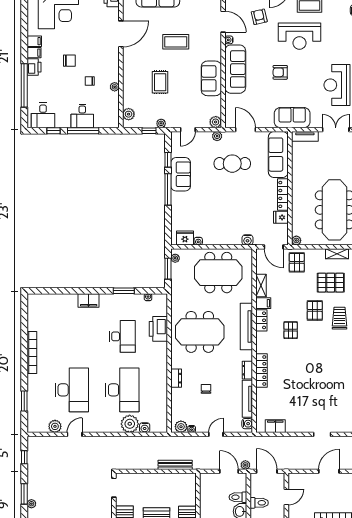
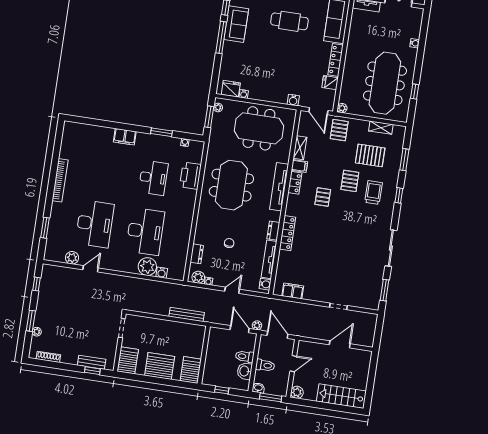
meeting table: (200, 332) -> (231, 185), turned 90
dresser: (176, 378) -> (197, 254), moved

